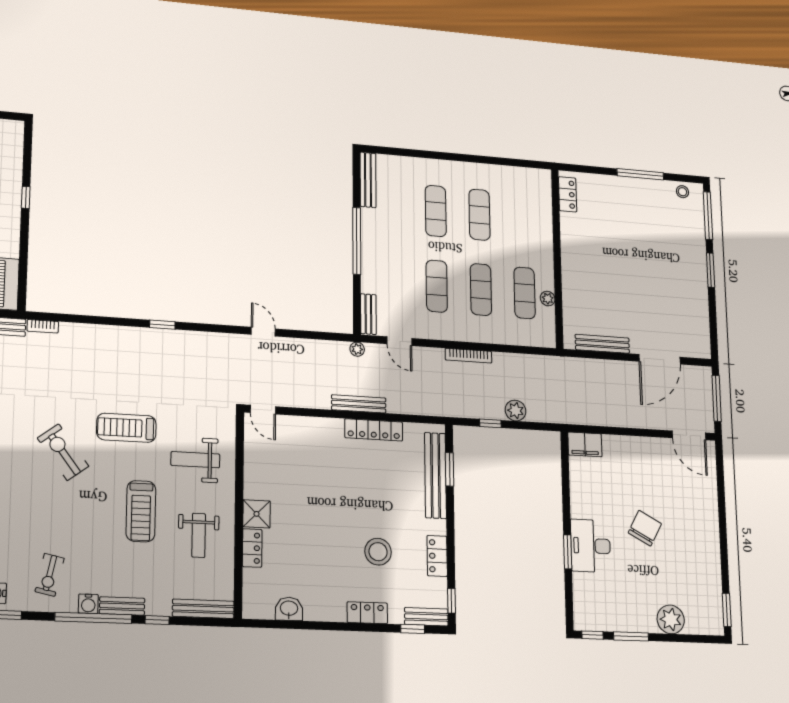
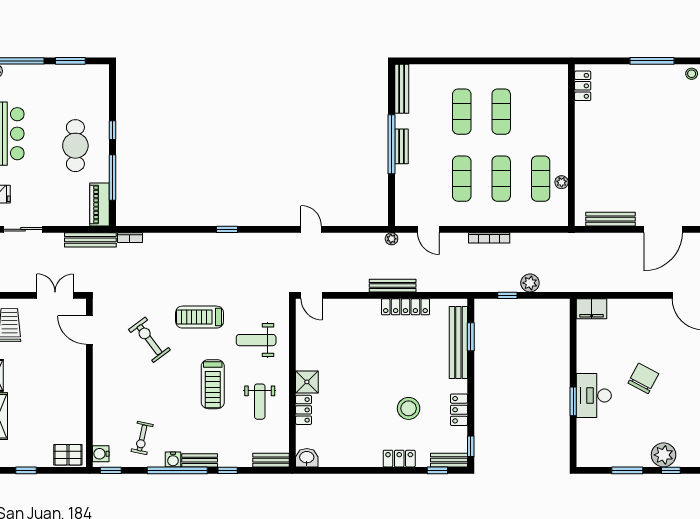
window: (24, 253) -> (112, 177), added
bench: (368, 314) -> (401, 146), moved
bench: (203, 609) -> (271, 460), width x0.73
washbasin: (289, 609) -> (307, 458), moved
window: (593, 635) -> (671, 470), moved

